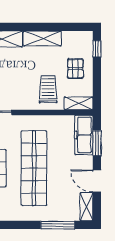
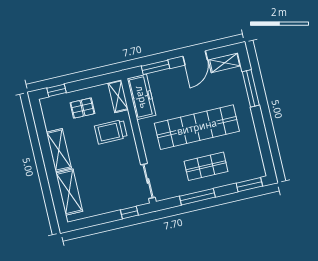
freezer: (84, 135) -> (142, 97), moved, turned -90

